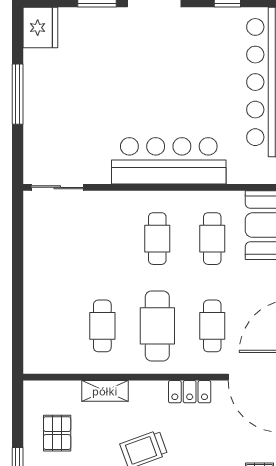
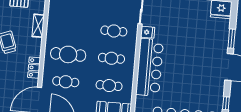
fridge: (99, 171) -> (148, 32), added
cafe table: (102, 326) -> (114, 31), moved

